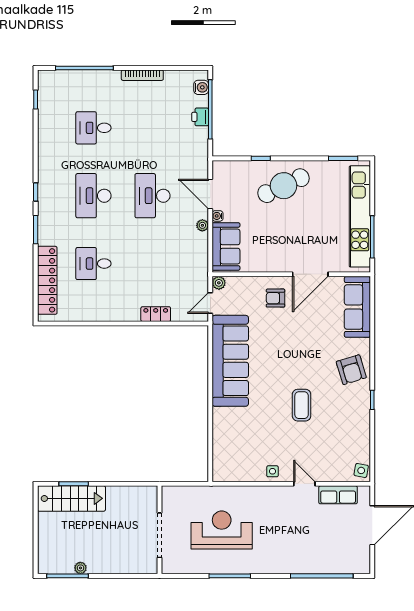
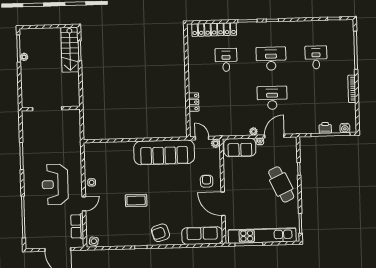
reception desk: (222, 530) -> (55, 184), moved, turned 180

